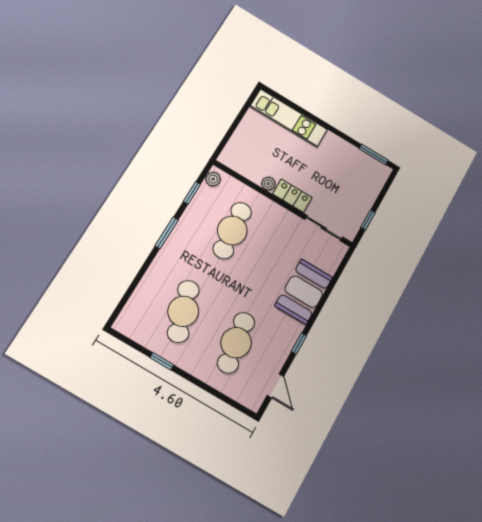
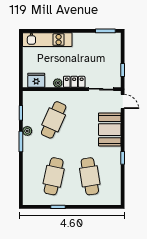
fridge: (241, 162) -> (36, 80), added
plant: (213, 179) -> (27, 131), moved
cafe table: (232, 230) -> (54, 120), turned 30
cafe table: (183, 311) -> (54, 176), turned 30
door: (275, 386) -> (123, 102), moved

